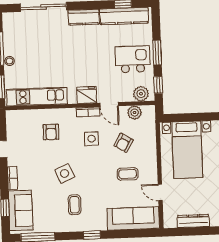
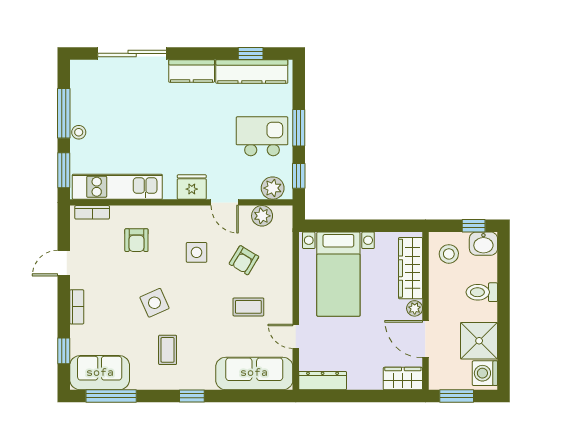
bookcase: (88, 112) -> (92, 212), moved
sofa: (21, 210) -> (100, 373), moved, turned -90
dresser: (193, 221) -> (323, 381), moved

